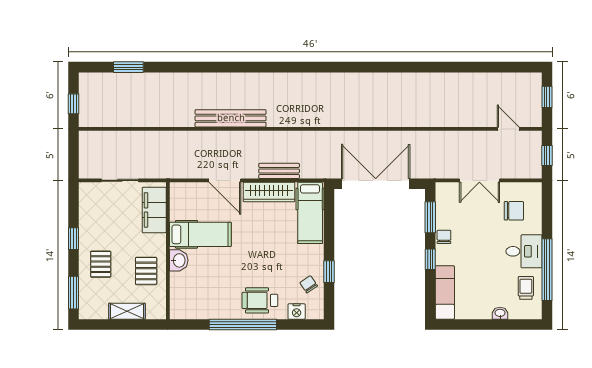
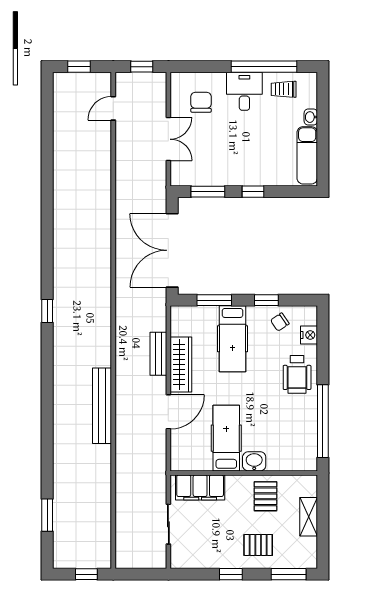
window: (319, 67) -> (47, 311), added
hospital bed: (310, 213) -> (232, 339), moved, turned 90
window: (329, 223) -> (214, 300), added
chair: (444, 237) -> (229, 177), removed
pallet: (146, 271) -> (265, 496), turned 90
exam couch: (445, 292) -> (307, 155), moved, turned -90
window: (243, 324) -> (323, 421), moved

